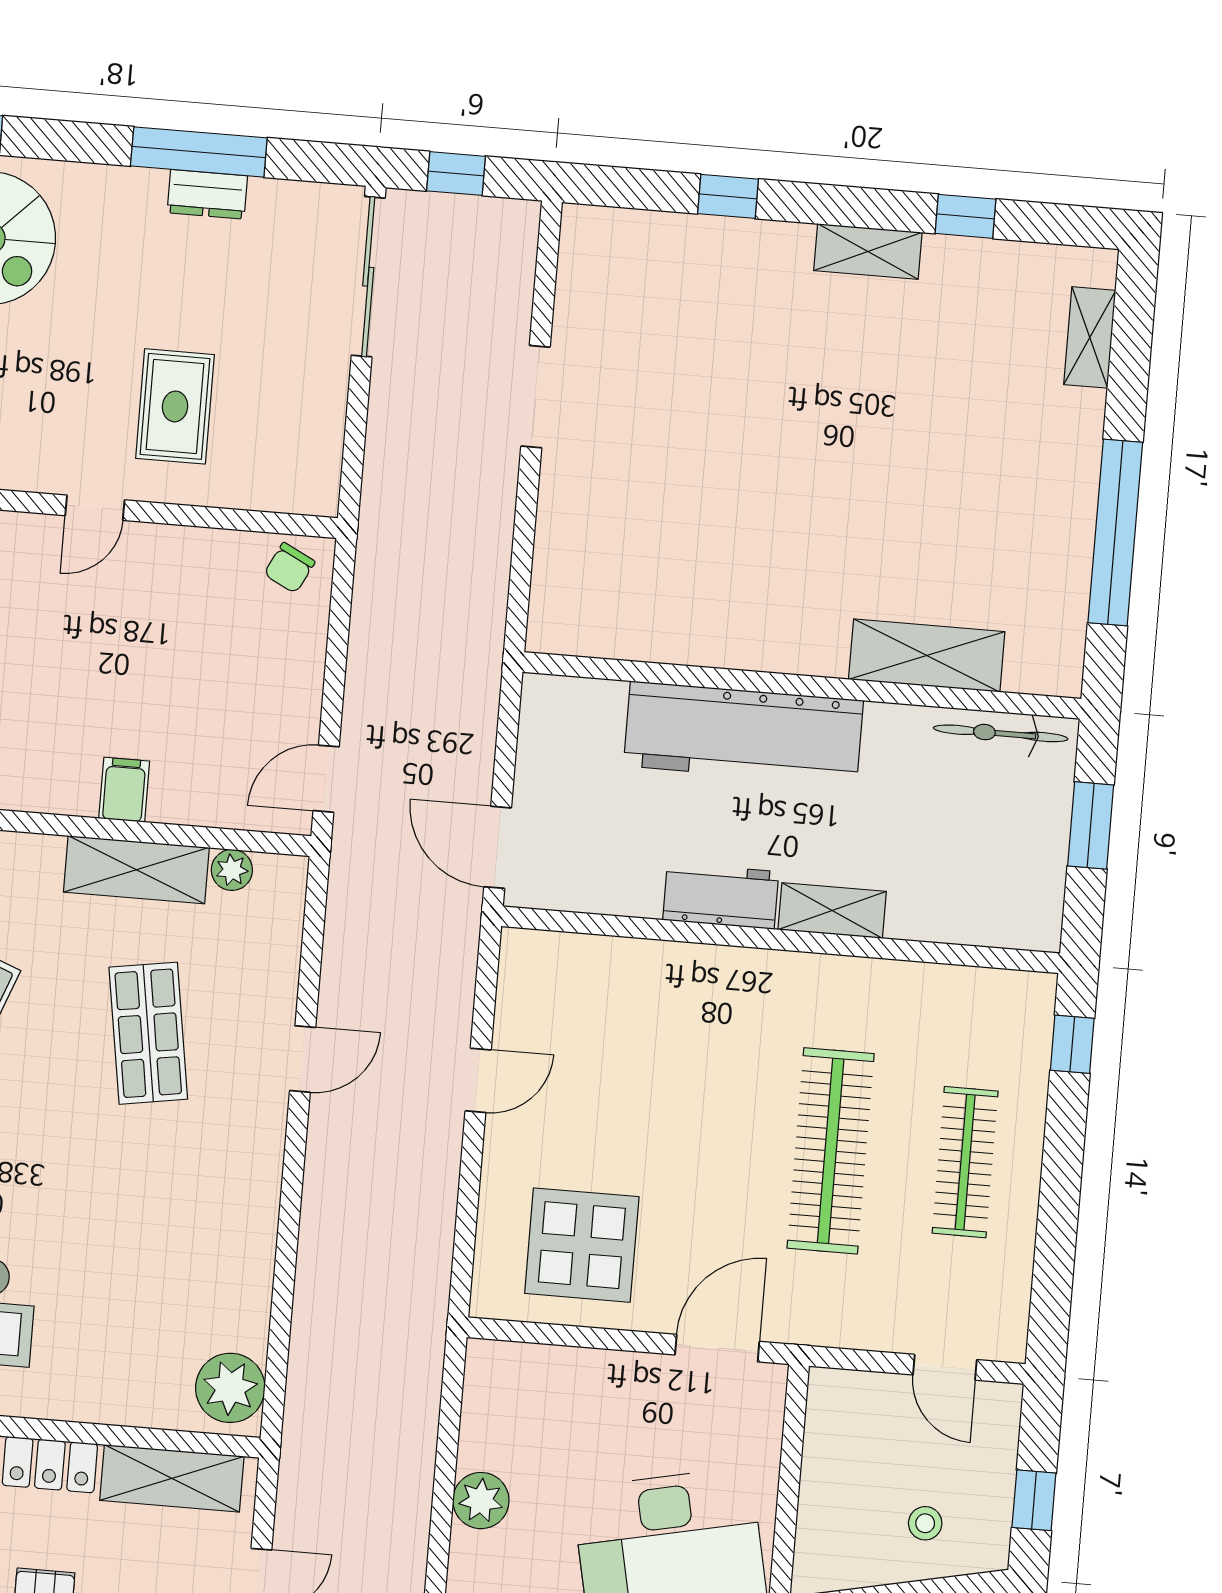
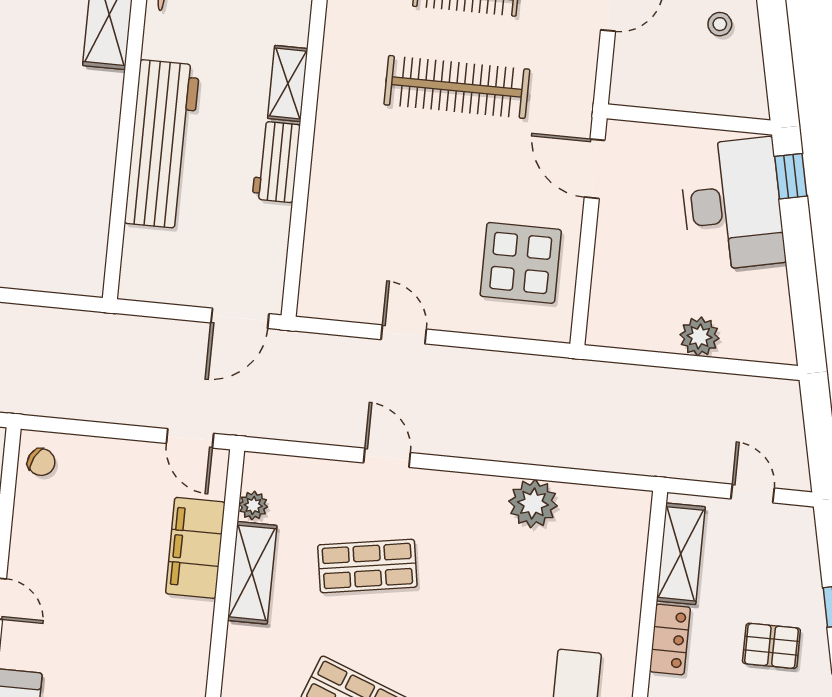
filing cabinet: (124, 790) -> (195, 548), width x3.00, depth x1.17
plant: (230, 1388) -> (533, 503), moved

